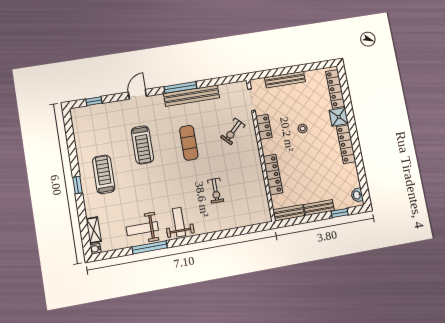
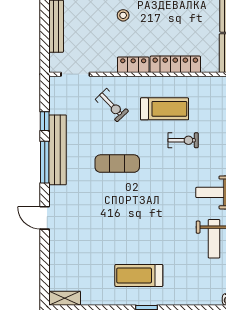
window: (94, 101) -> (45, 121), moved
locker: (264, 127) -> (133, 65), moved
treadmill: (142, 145) -> (165, 109), moved
shelving: (94, 230) -> (65, 298), moved

